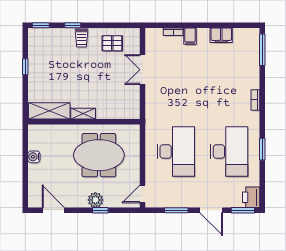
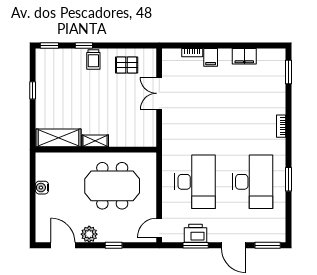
window: (262, 50) -> (289, 72), width x0.69
printer: (251, 197) -> (196, 233), moved, turned 90
plant: (95, 200) -> (89, 234), moved

